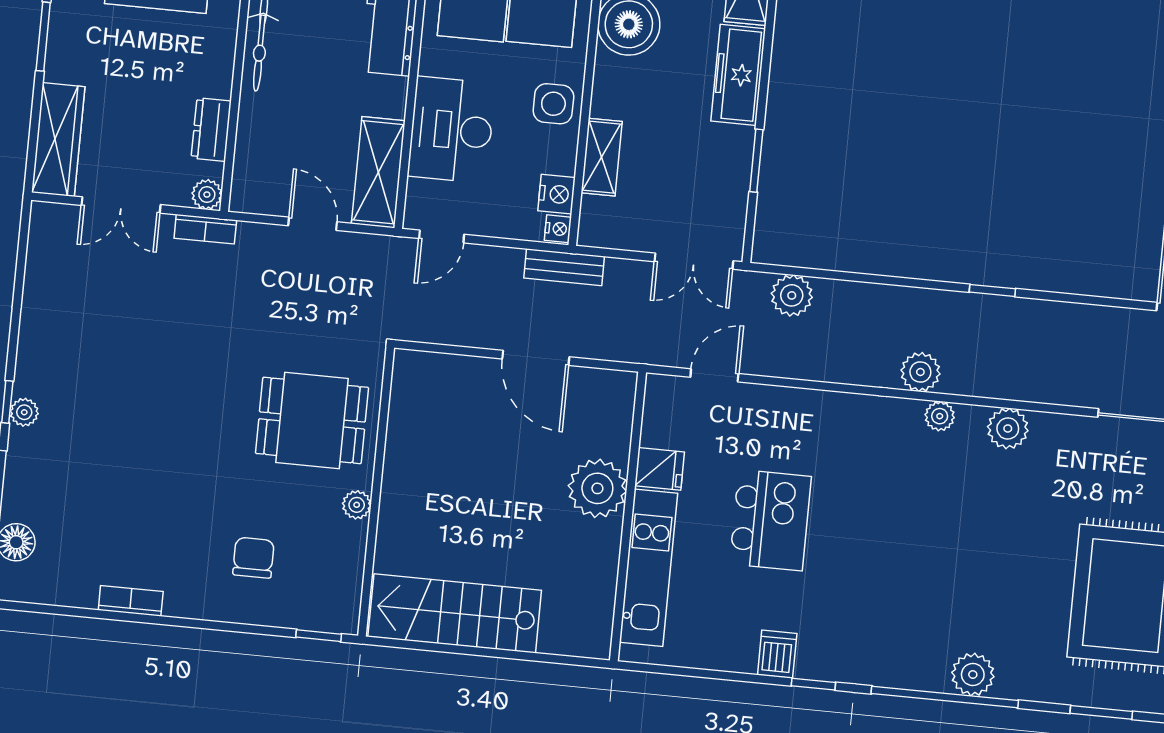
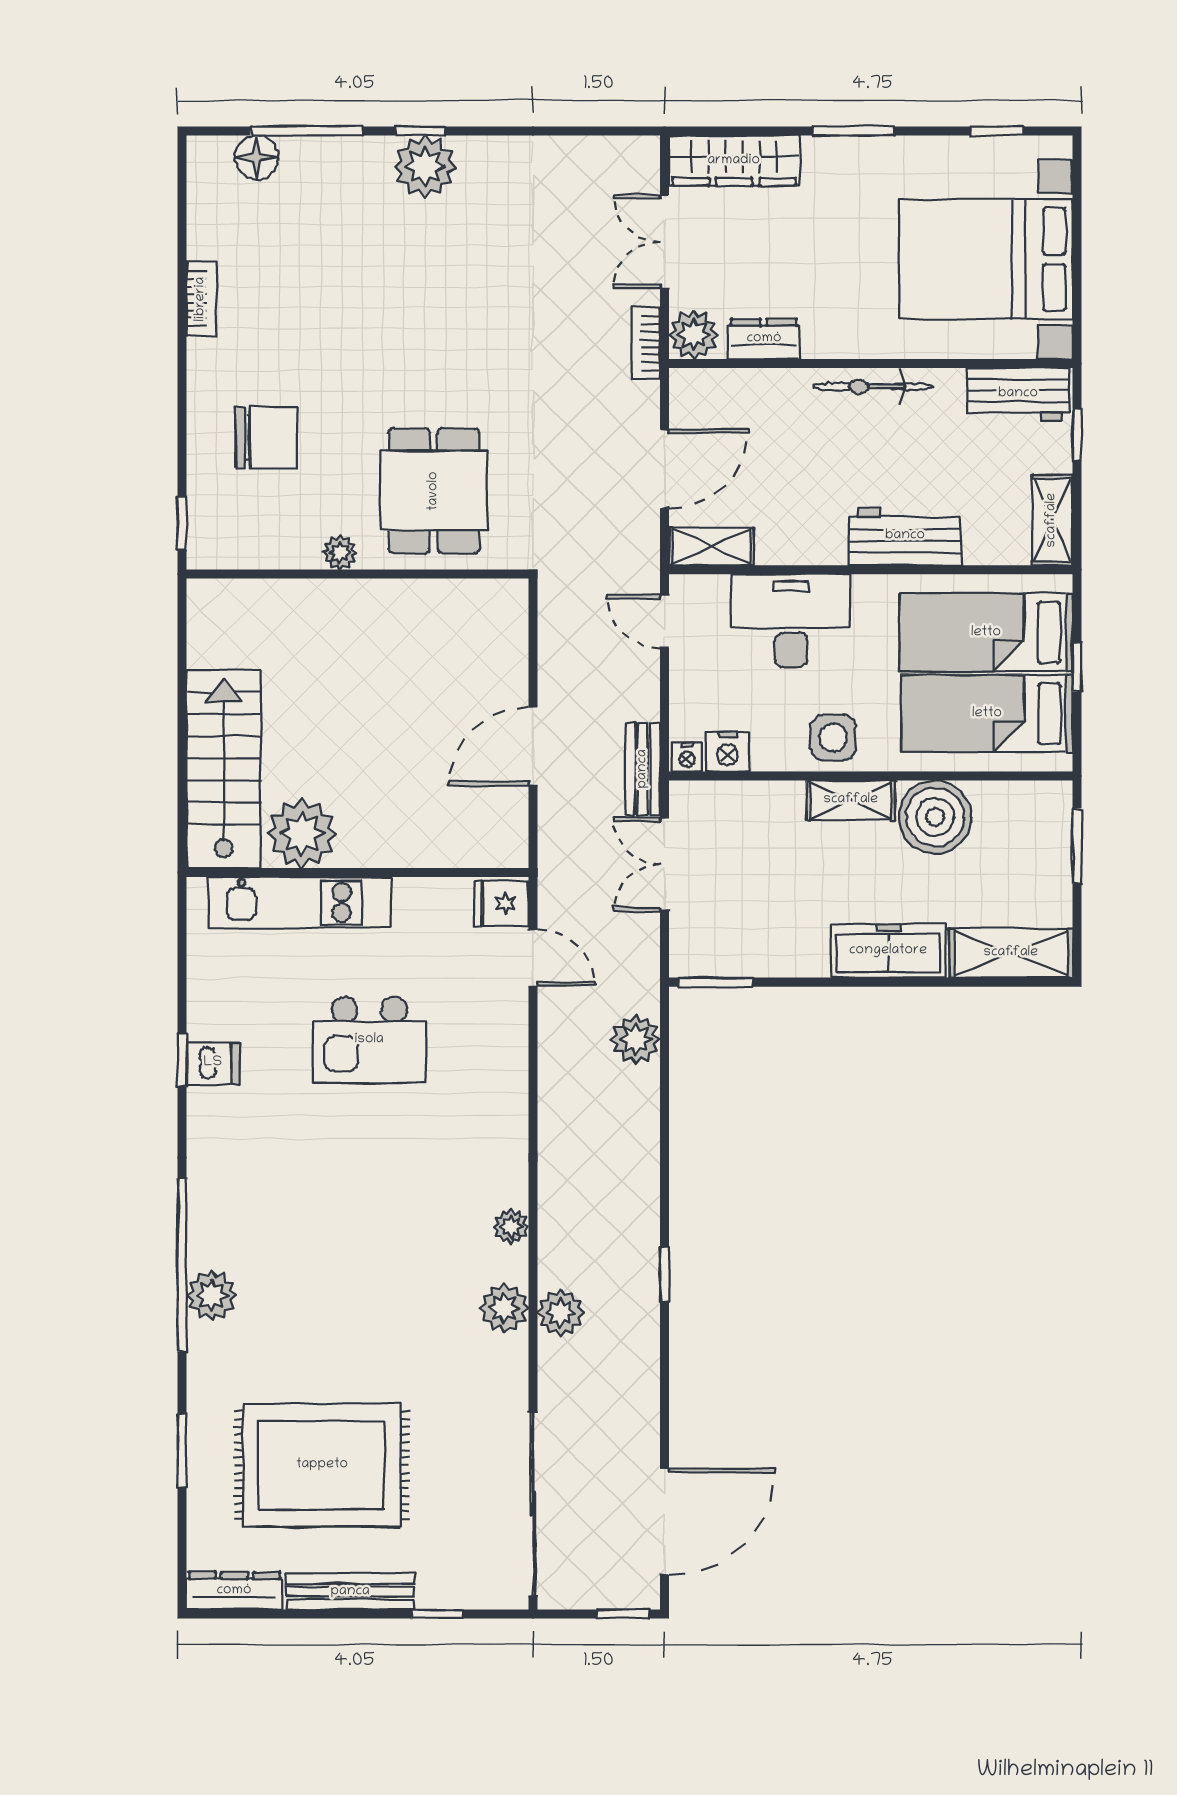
shelving: (602, 157) -> (851, 800), moved
window: (756, 161) -> (716, 982), moved
shelving: (378, 172) -> (711, 546), width x0.67, depth x0.75
plant: (207, 195) -> (693, 335), width x1.38, depth x1.38
door: (313, 224) -> (665, 469), width x1.38
double door: (694, 261) -> (665, 864), moved
plant: (920, 372) -> (561, 1313), moved
plant: (24, 412) -> (425, 167), width x1.88, depth x1.88
fridge: (660, 469) -> (501, 904), moved, turned 90
plant: (597, 488) -> (302, 833), moved
chair: (254, 558) -> (266, 438), width x1.37, depth x1.37
stairs: (455, 613) -> (224, 769), moved
window: (813, 684) -> (182, 1060), moved

